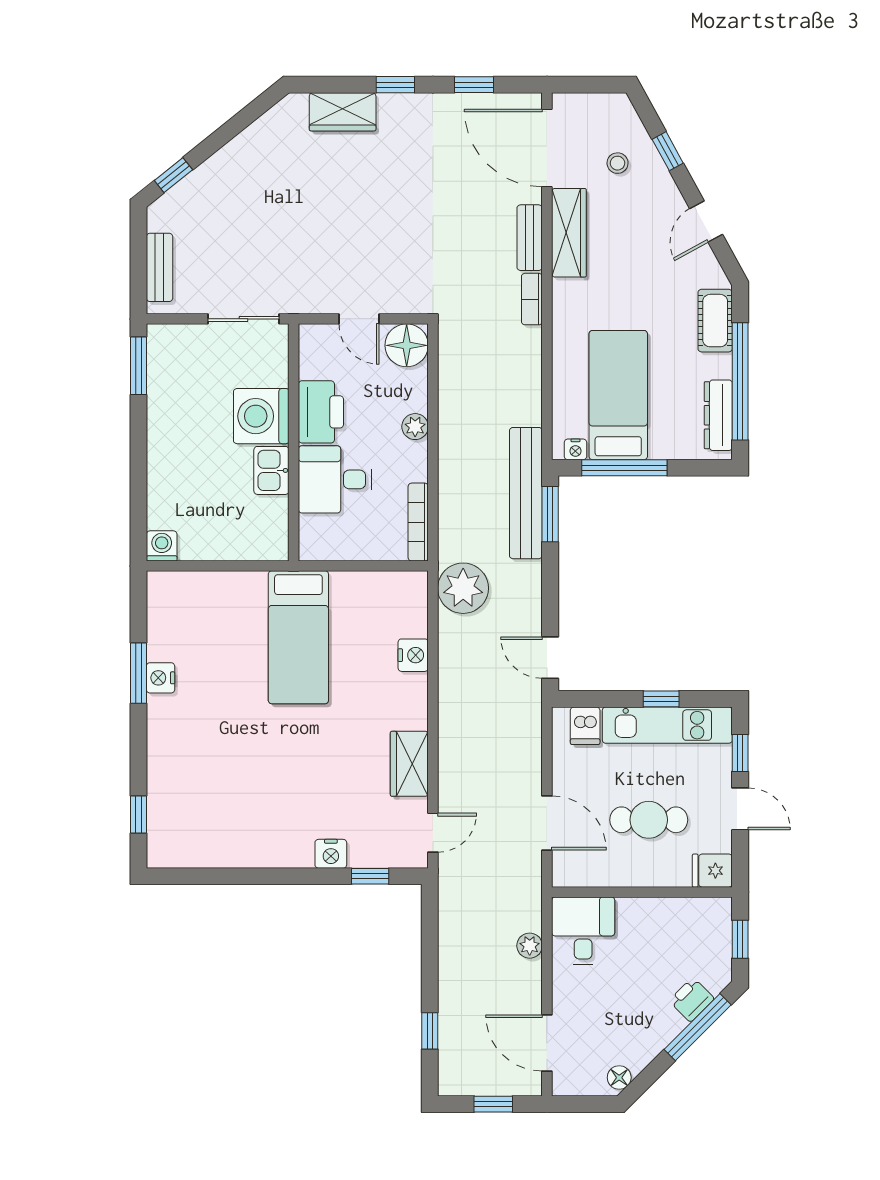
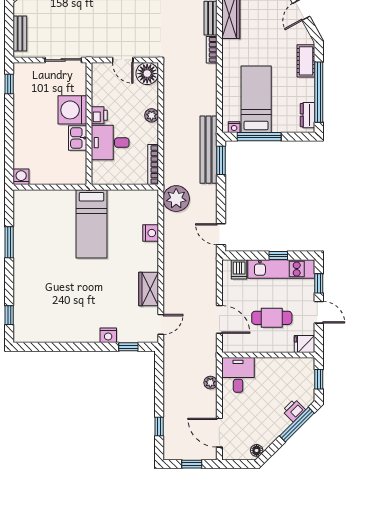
window: (139, 366) -> (9, 84), width x0.67
printer: (321, 412) -> (99, 115), width x0.53, depth x0.68
dresser: (718, 415) -> (308, 115), width x0.70
nightstand: (161, 678) -> (20, 245), removed

